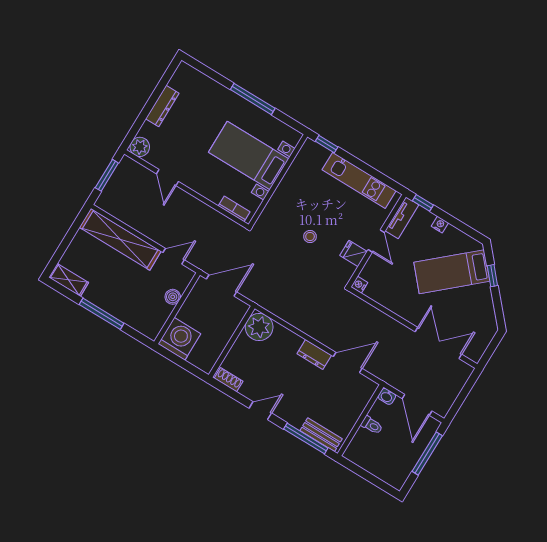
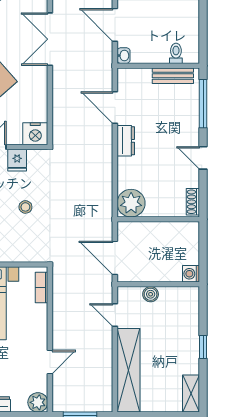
nightstand: (359, 285) -> (35, 134), width x1.89, depth x1.79
window: (102, 314) -> (203, 347), width x0.46
washing machine: (179, 339) -> (191, 274), width x0.53, depth x0.53
door: (417, 405) -> (115, 25), swing flipped
toilet: (372, 425) -> (176, 53), moved
bench: (321, 435) -> (173, 76), moved, turned 90

